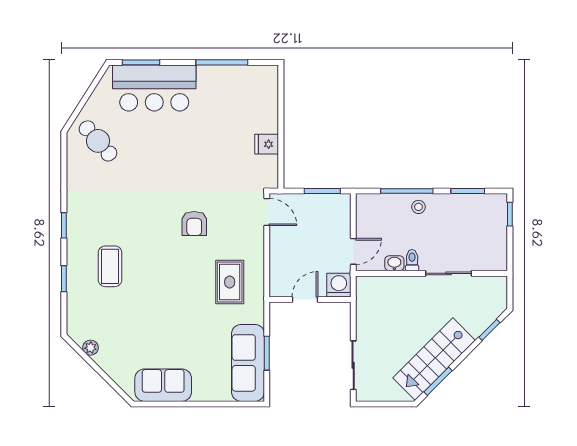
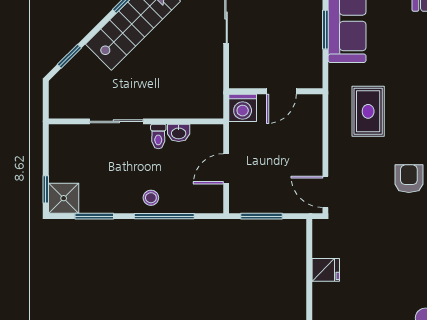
shower: (494, 207) -> (64, 198), added
door: (353, 251) -> (226, 169), moved

